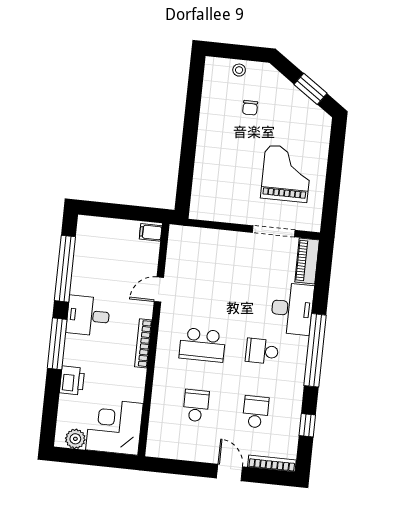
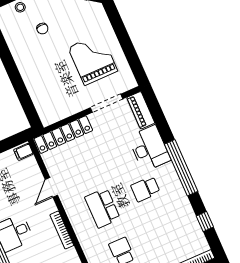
locker: (206, 239) -> (63, 135), added
school desk: (202, 345) -> (102, 208), turned 90
school desk: (256, 412) -> (165, 233), removed

